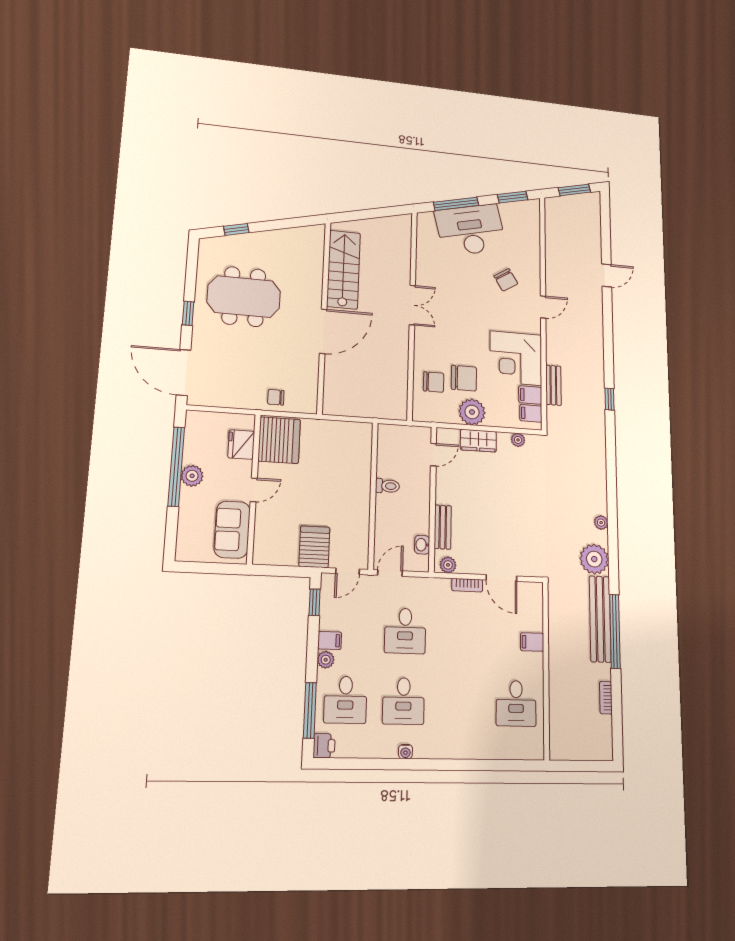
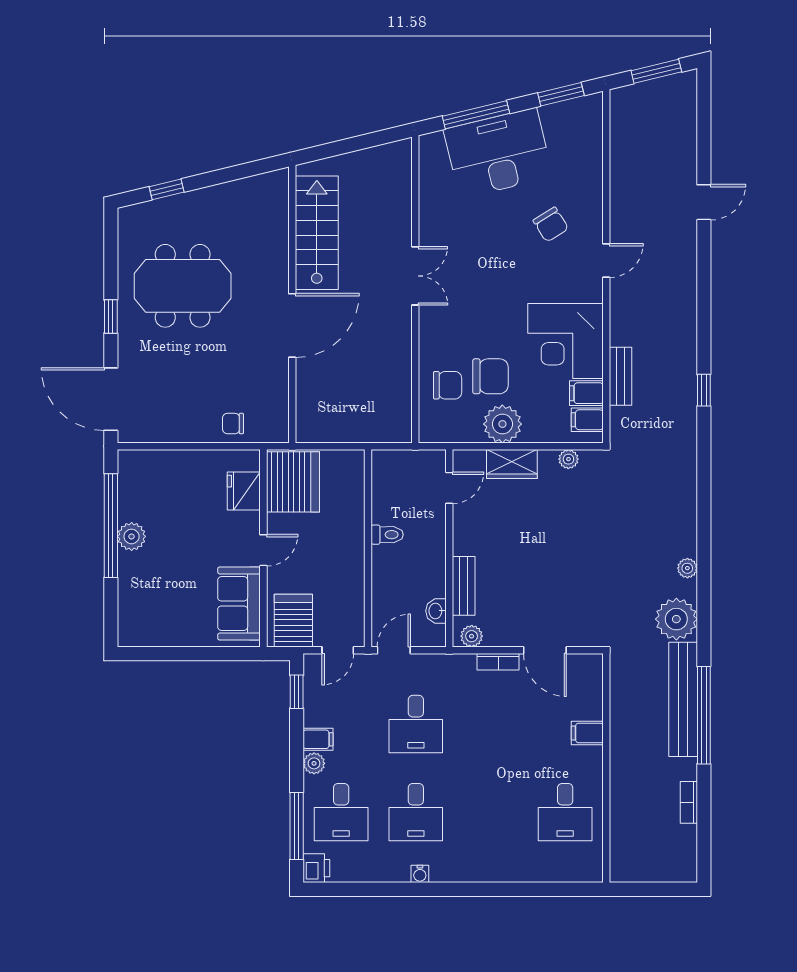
server rack: (279, 440) -> (293, 482), moved
fridge: (241, 445) -> (244, 491), moved
wall: (254, 488) -> (263, 548), moved
door: (254, 490) -> (263, 550), moved
sofa: (232, 530) -> (239, 603), moved

